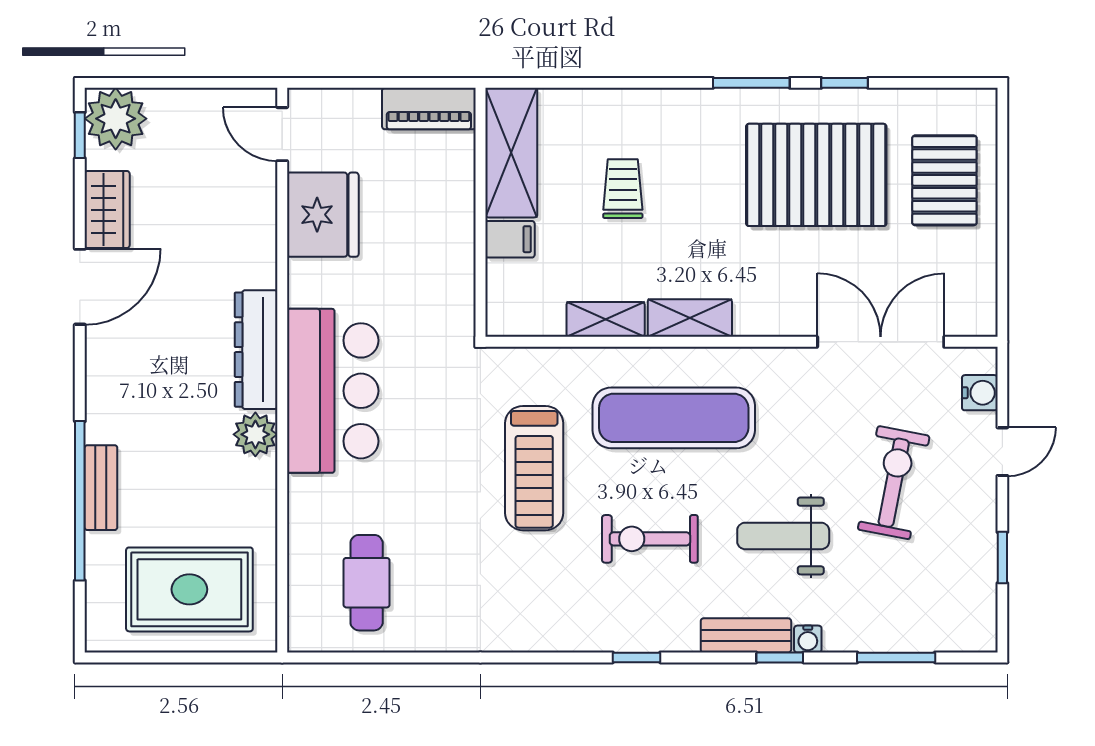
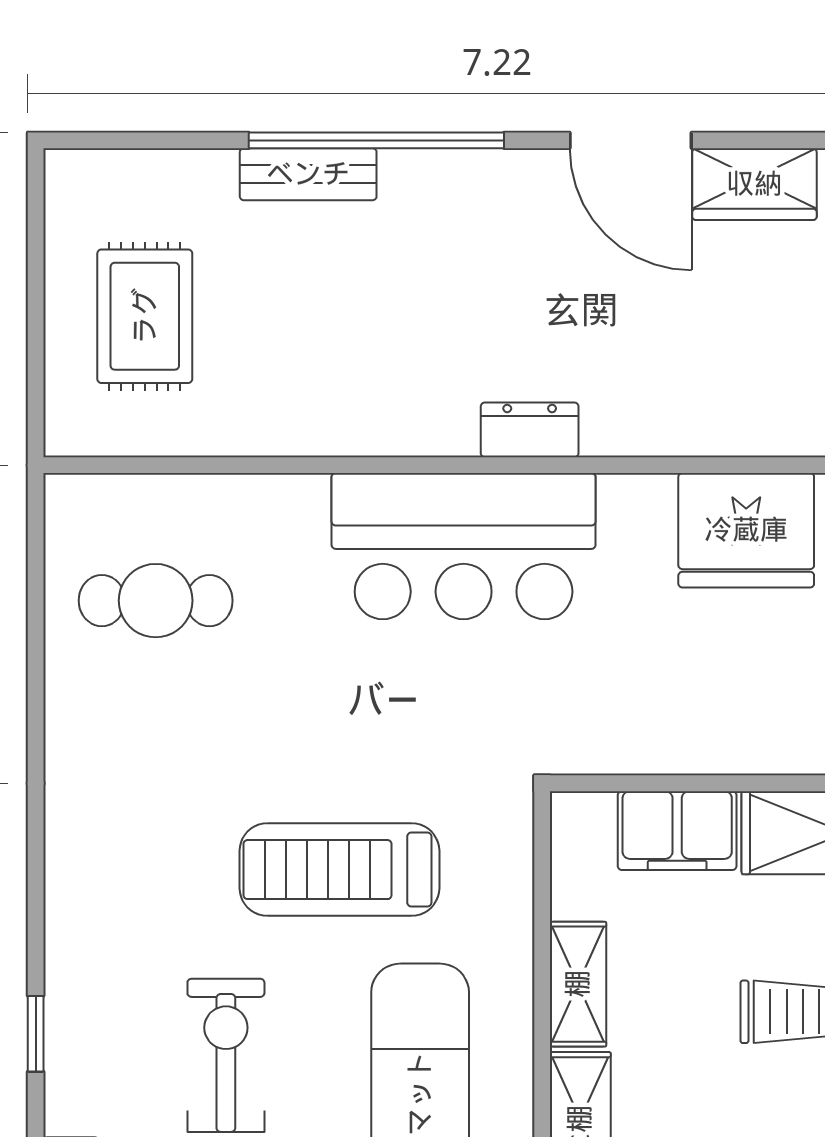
filing cabinet: (510, 239) -> (677, 831), width x2.00
dresser: (256, 350) -> (530, 430), width x0.51, depth x0.80
plant: (255, 434) -> (393, 422), removed
window: (80, 501) -> (376, 140), moved
rug: (189, 589) -> (145, 316), width x0.73, depth x0.70

